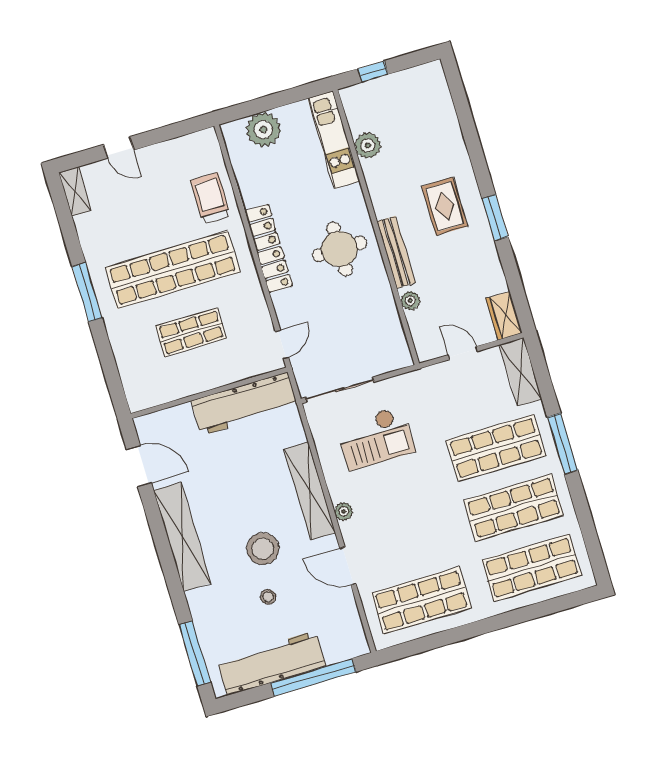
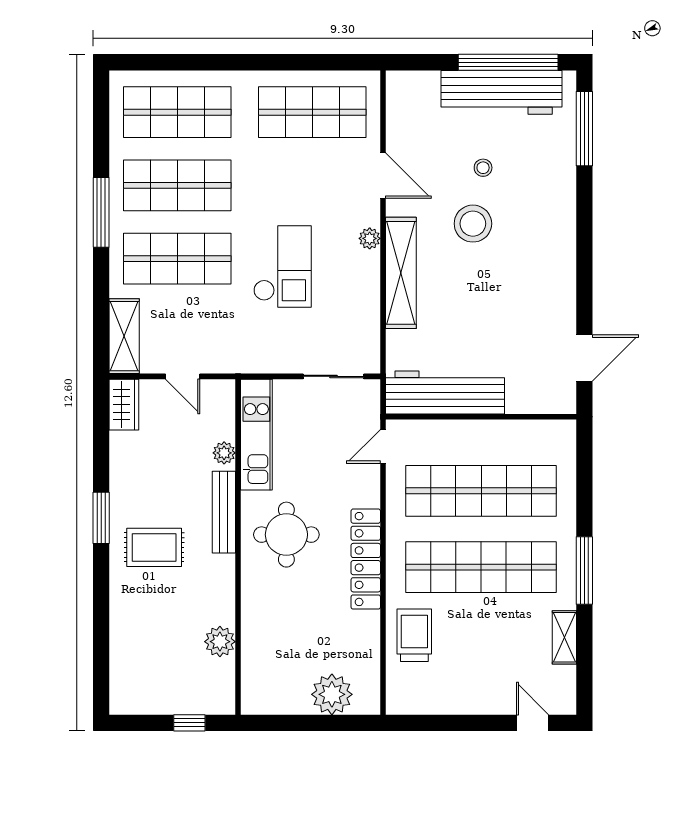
kitchen unit: (334, 140) -> (256, 435), moved
door: (119, 147) -> (532, 723), moved
shelving: (75, 191) -> (564, 637), moved
trolley: (210, 198) -> (414, 635), turned 180
rug: (445, 206) -> (154, 547), turned 90
shop shelf: (191, 332) -> (481, 491), width x2.00, depth x1.36
sliding door: (340, 390) -> (333, 376), width x0.73
checkout: (376, 438) -> (282, 267), moved, turned 90
window: (562, 444) -> (101, 212), moved
door: (139, 466) -> (584, 358), swing flipped
shelving: (182, 537) -> (559, 264), removed
window: (313, 677) -> (508, 62), moved

